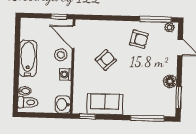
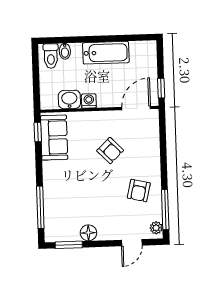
stool: (61, 55) -> (113, 94), removed
washbasin: (63, 104) -> (69, 99), moved
sofa: (105, 104) -> (54, 138), moved

